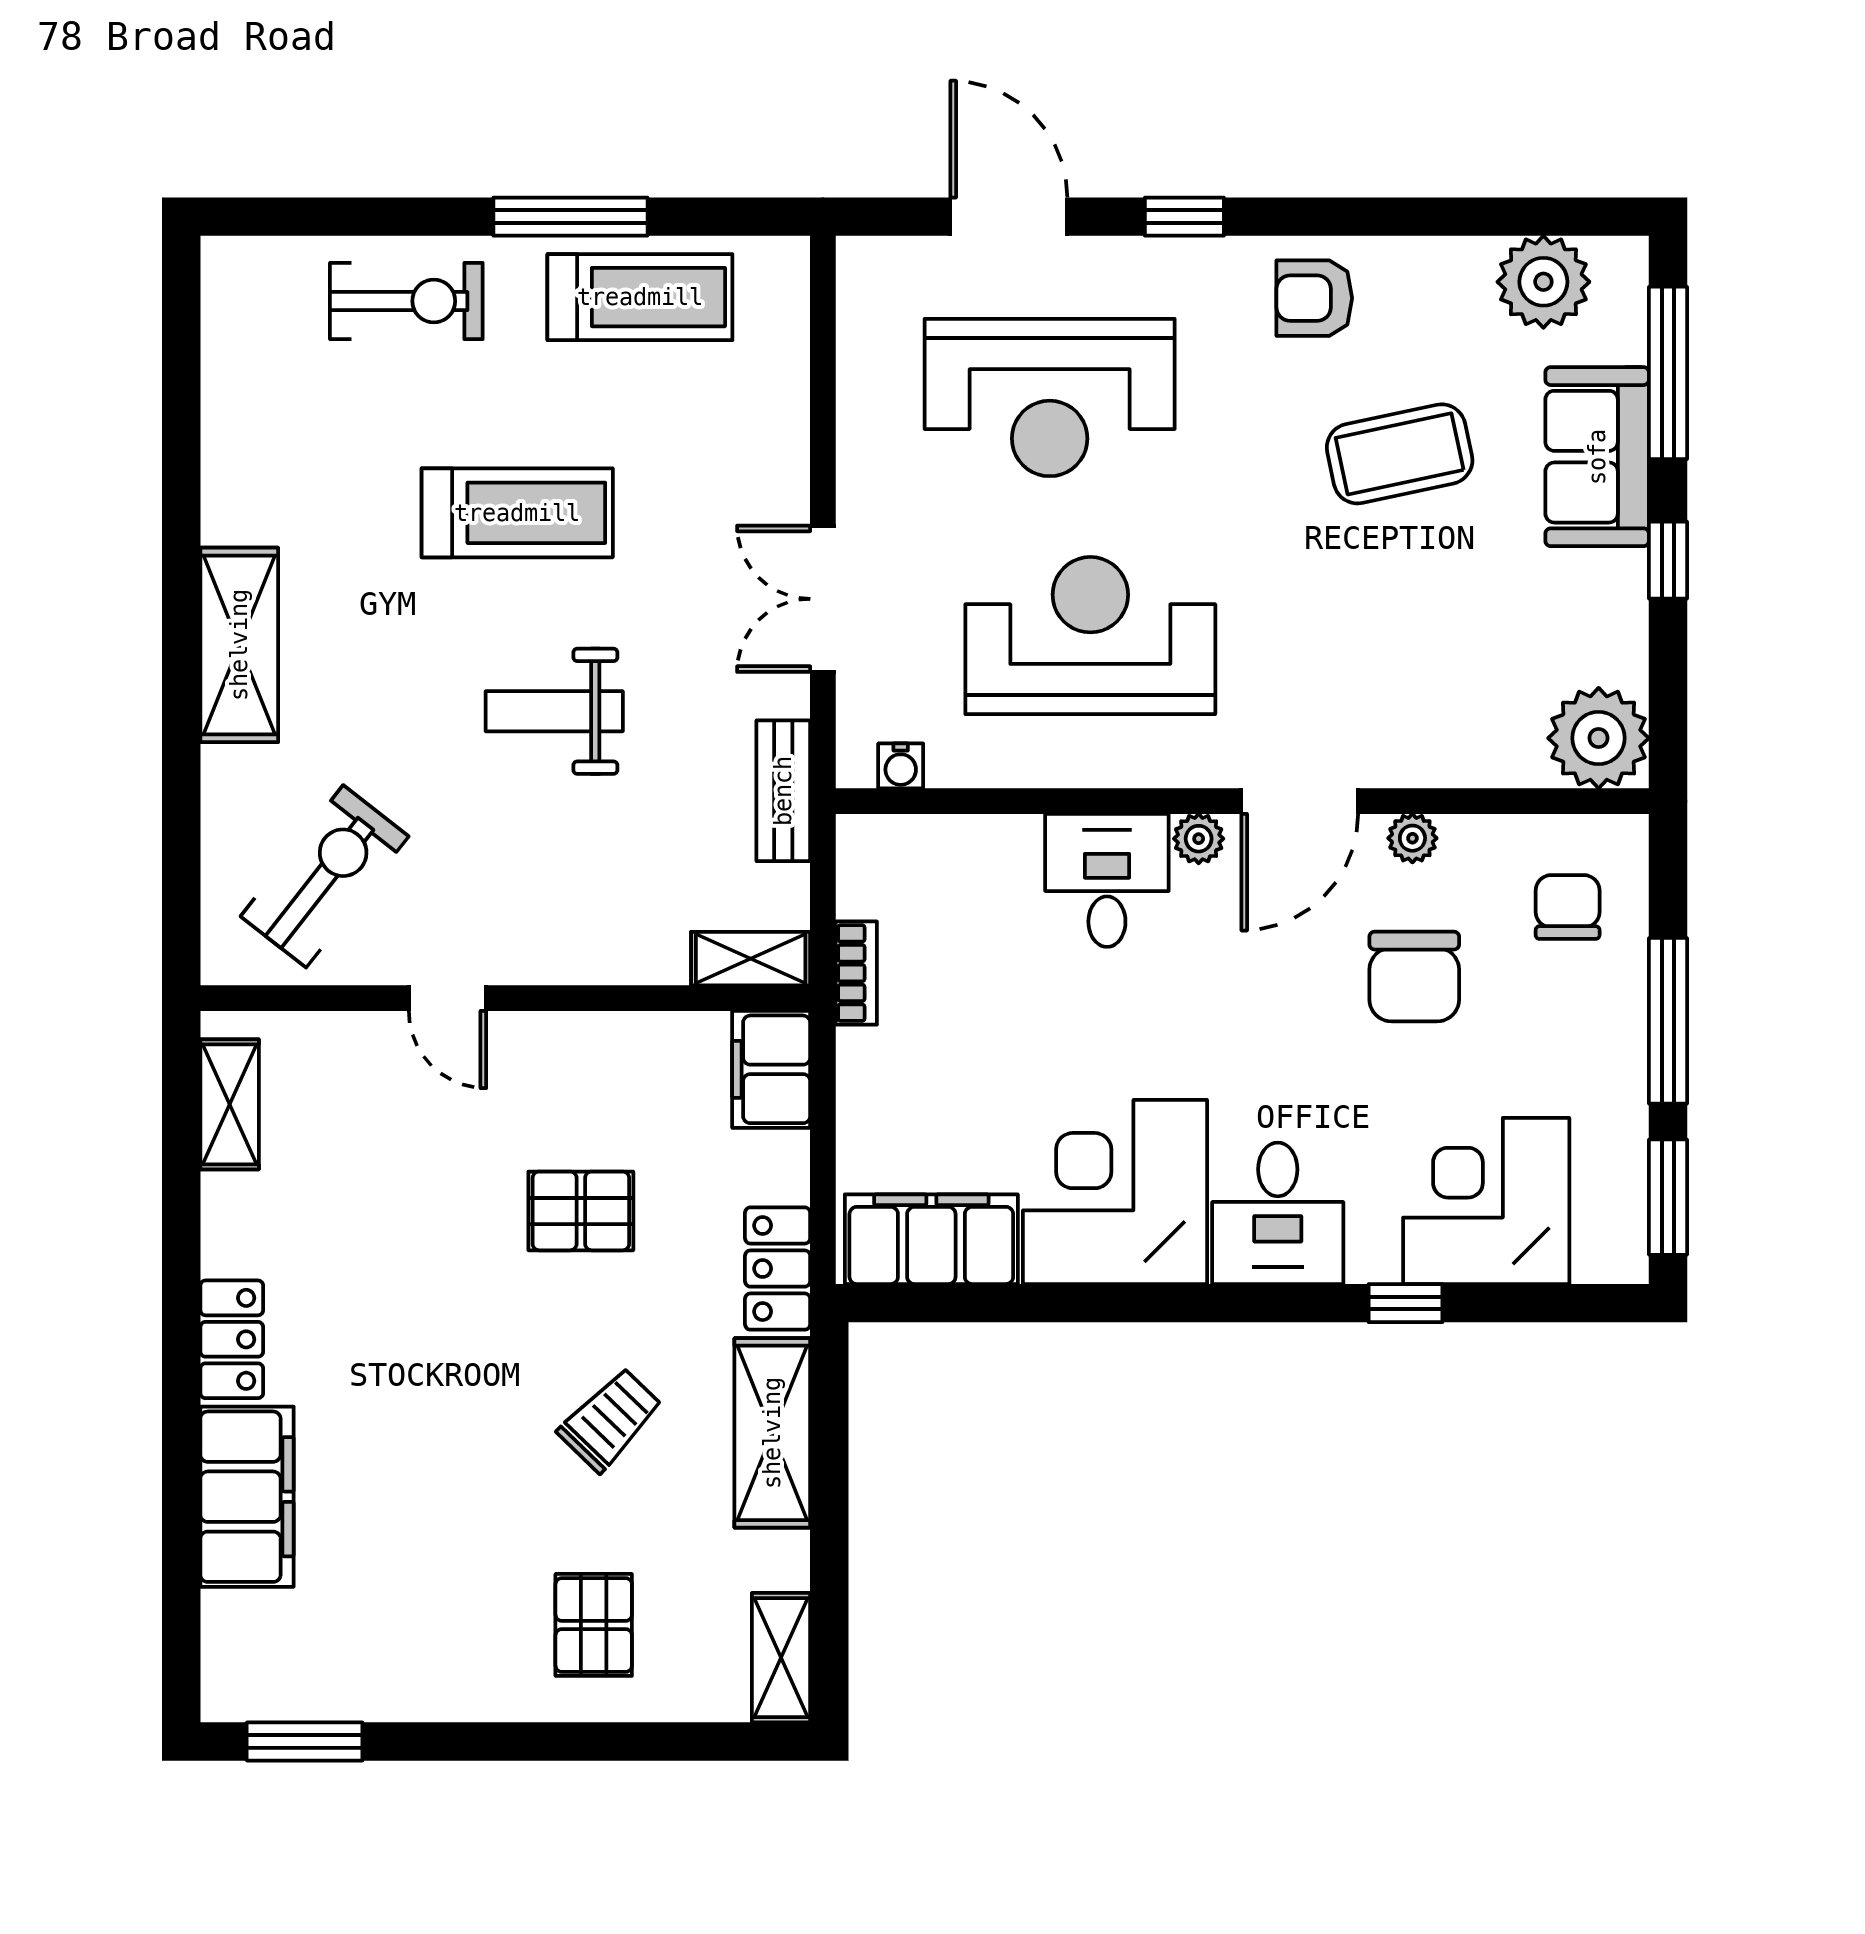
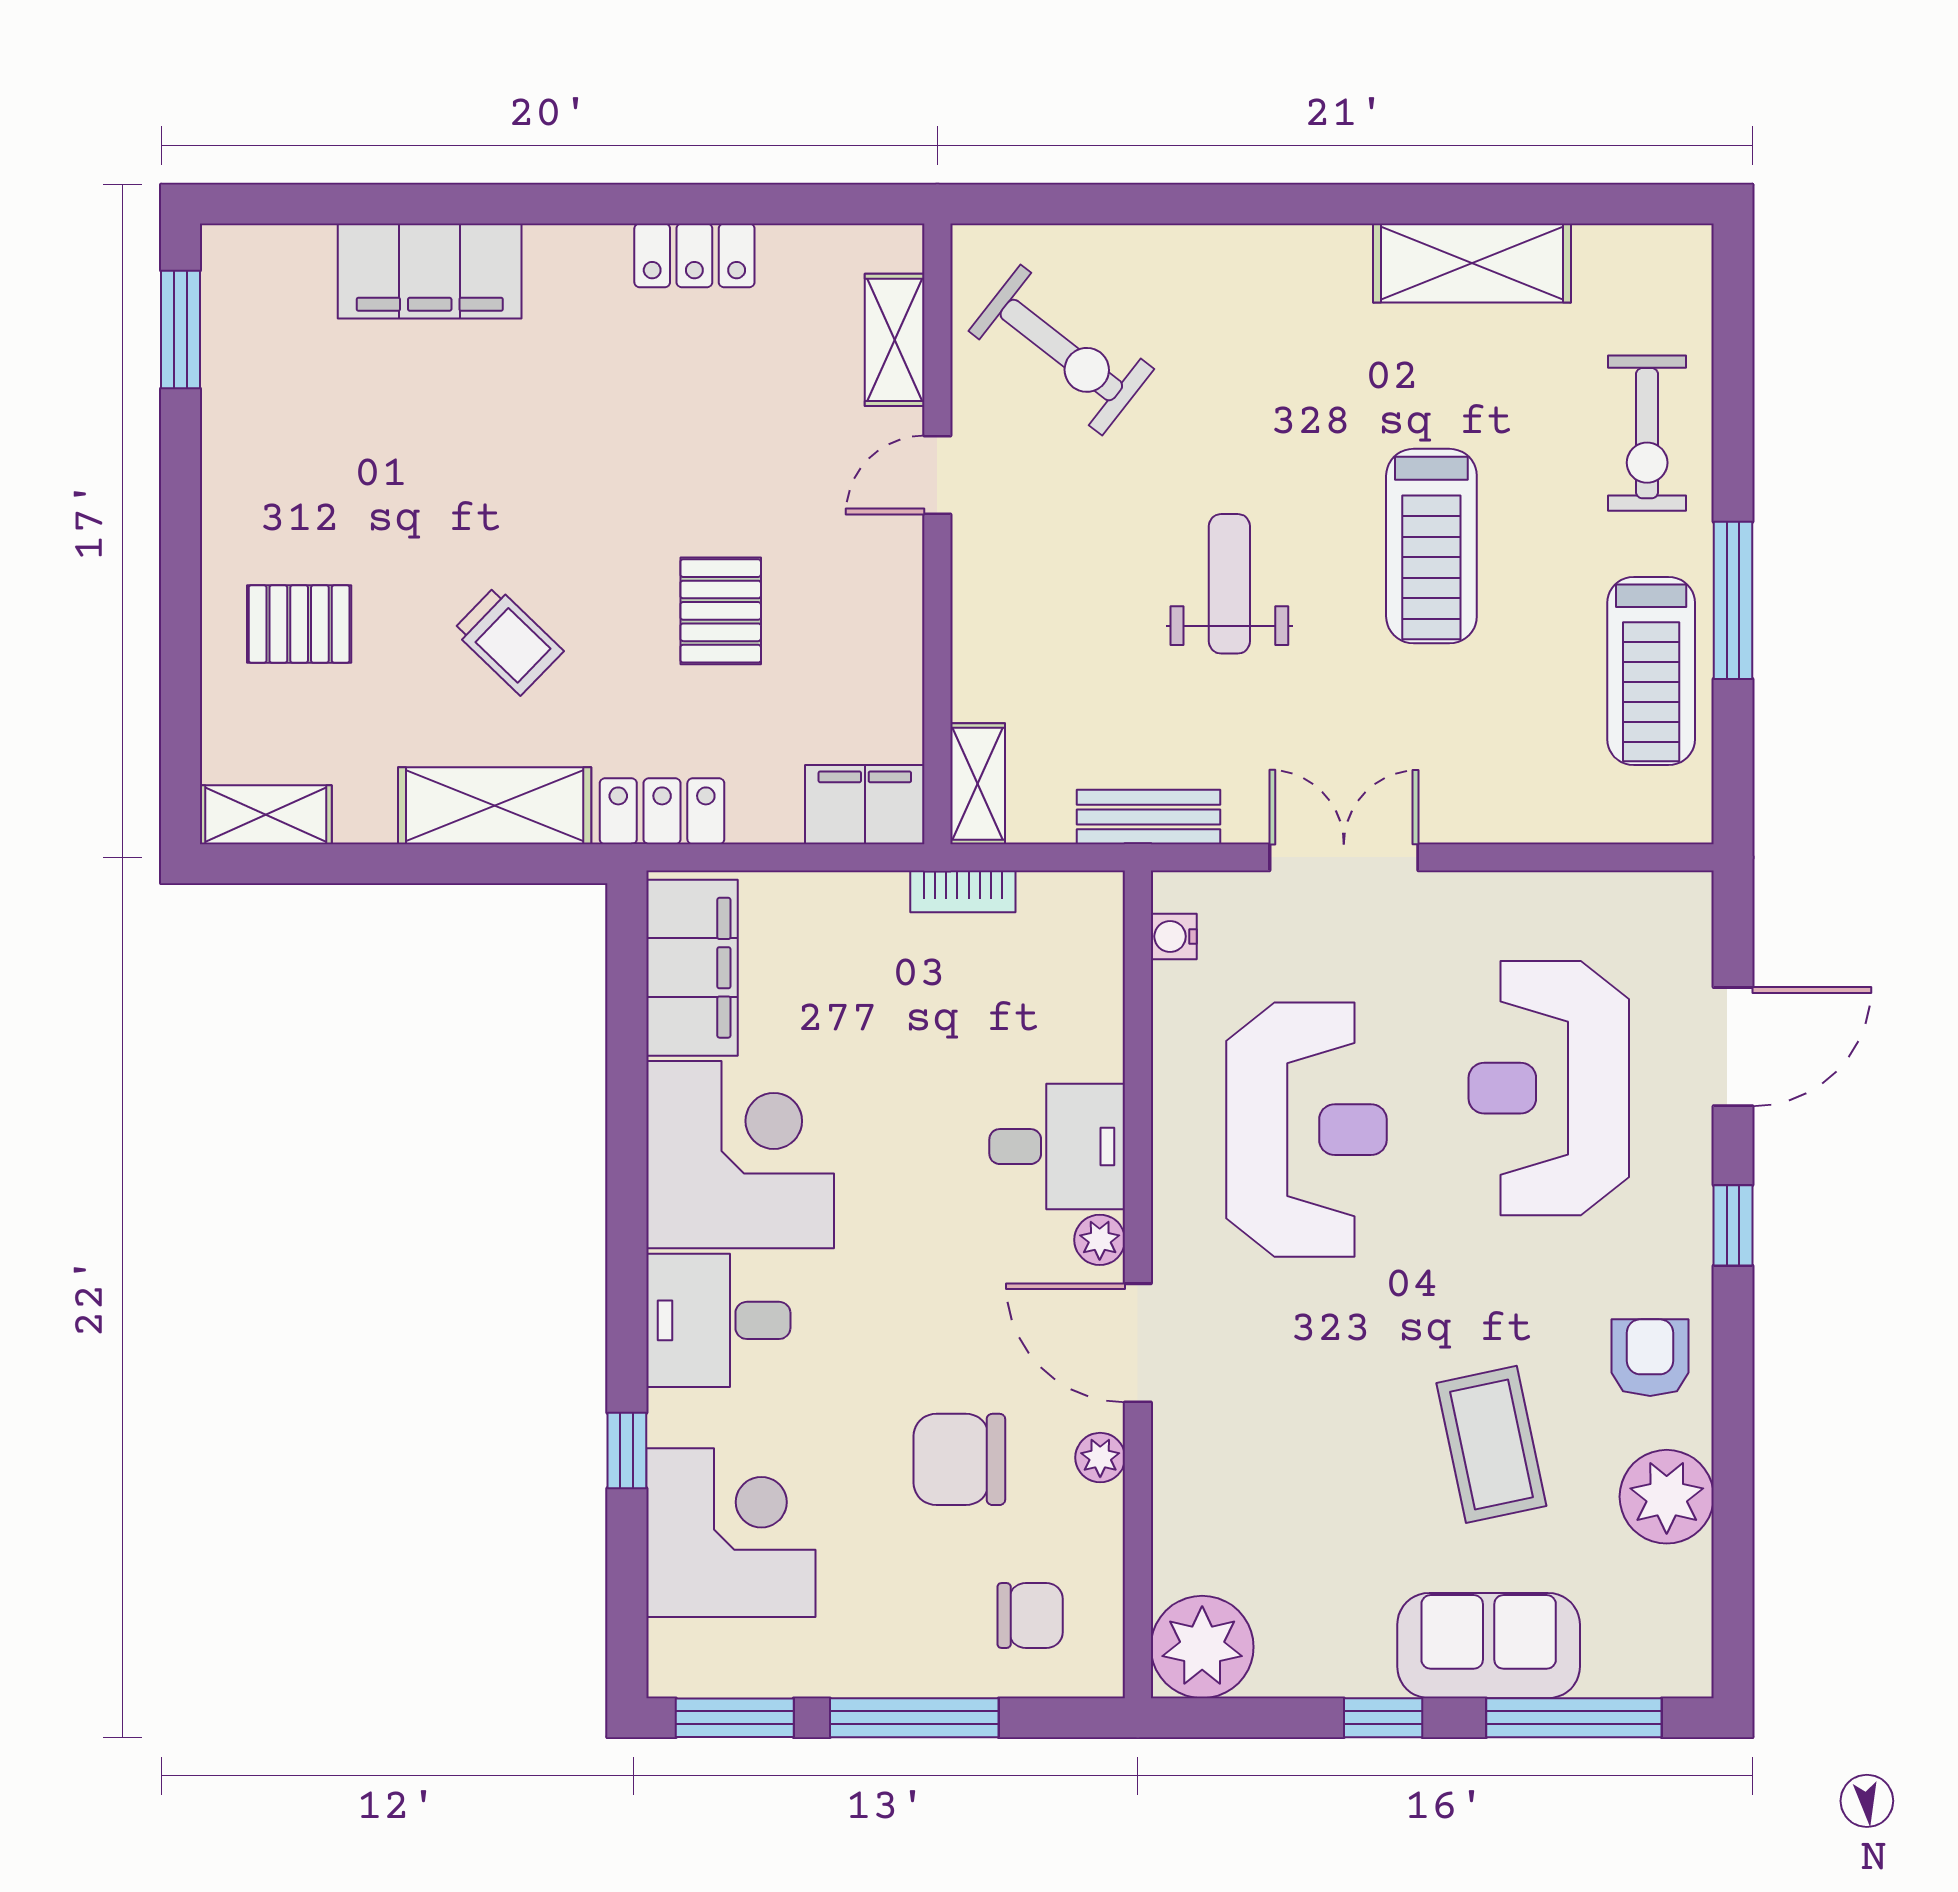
plant: (1543, 282) -> (1667, 1497), moved
shelving: (239, 645) -> (1472, 263), moved
shelving: (230, 1104) -> (895, 340), moved, turned 90
locker: (232, 1339) -> (694, 255), moved

